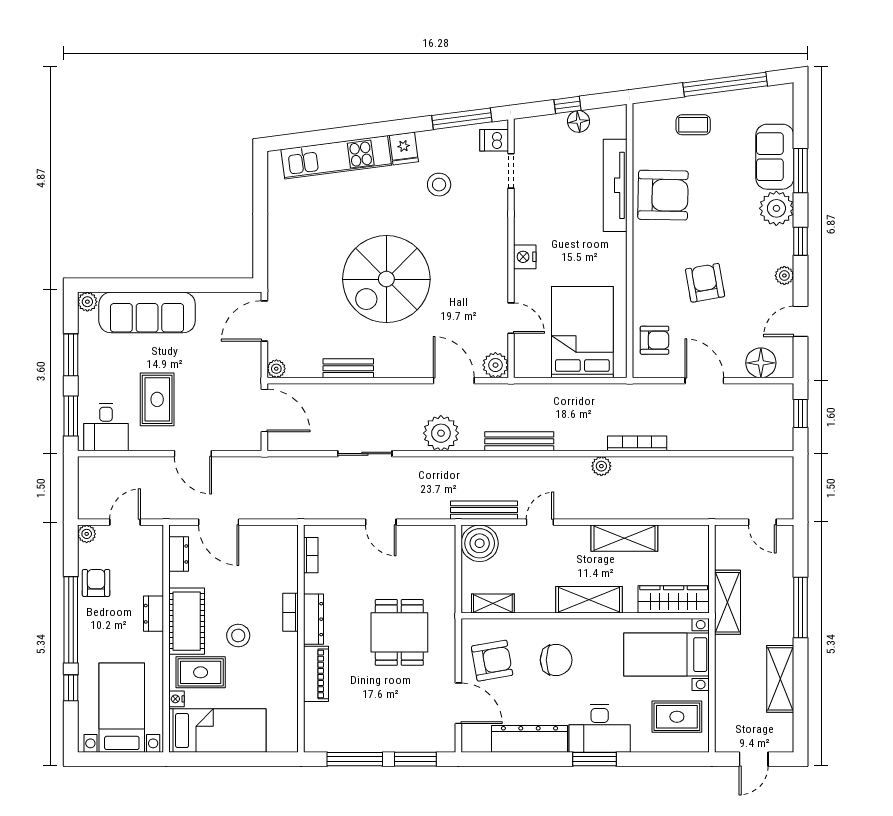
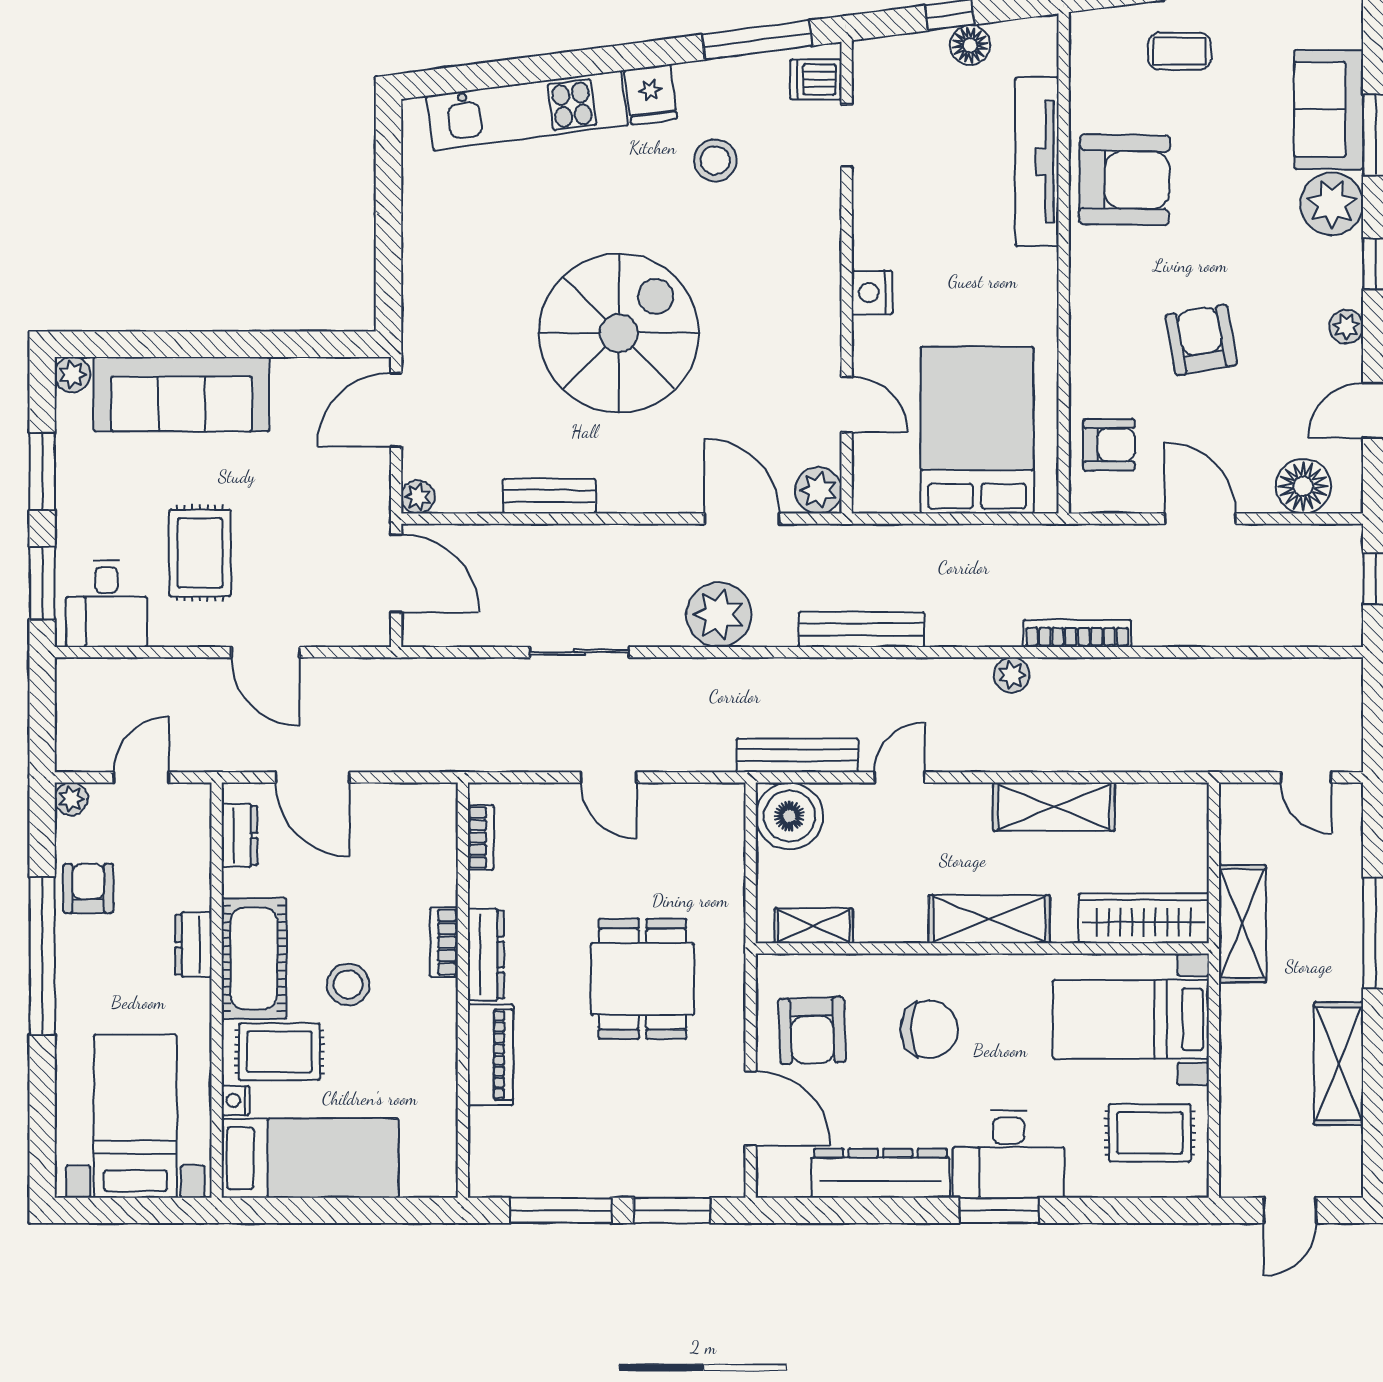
spiral stairs: (386, 279) -> (619, 333), turned 180
armchair: (492, 661) -> (812, 1030), turned 98
window: (71, 688) -> (42, 1080), removed

